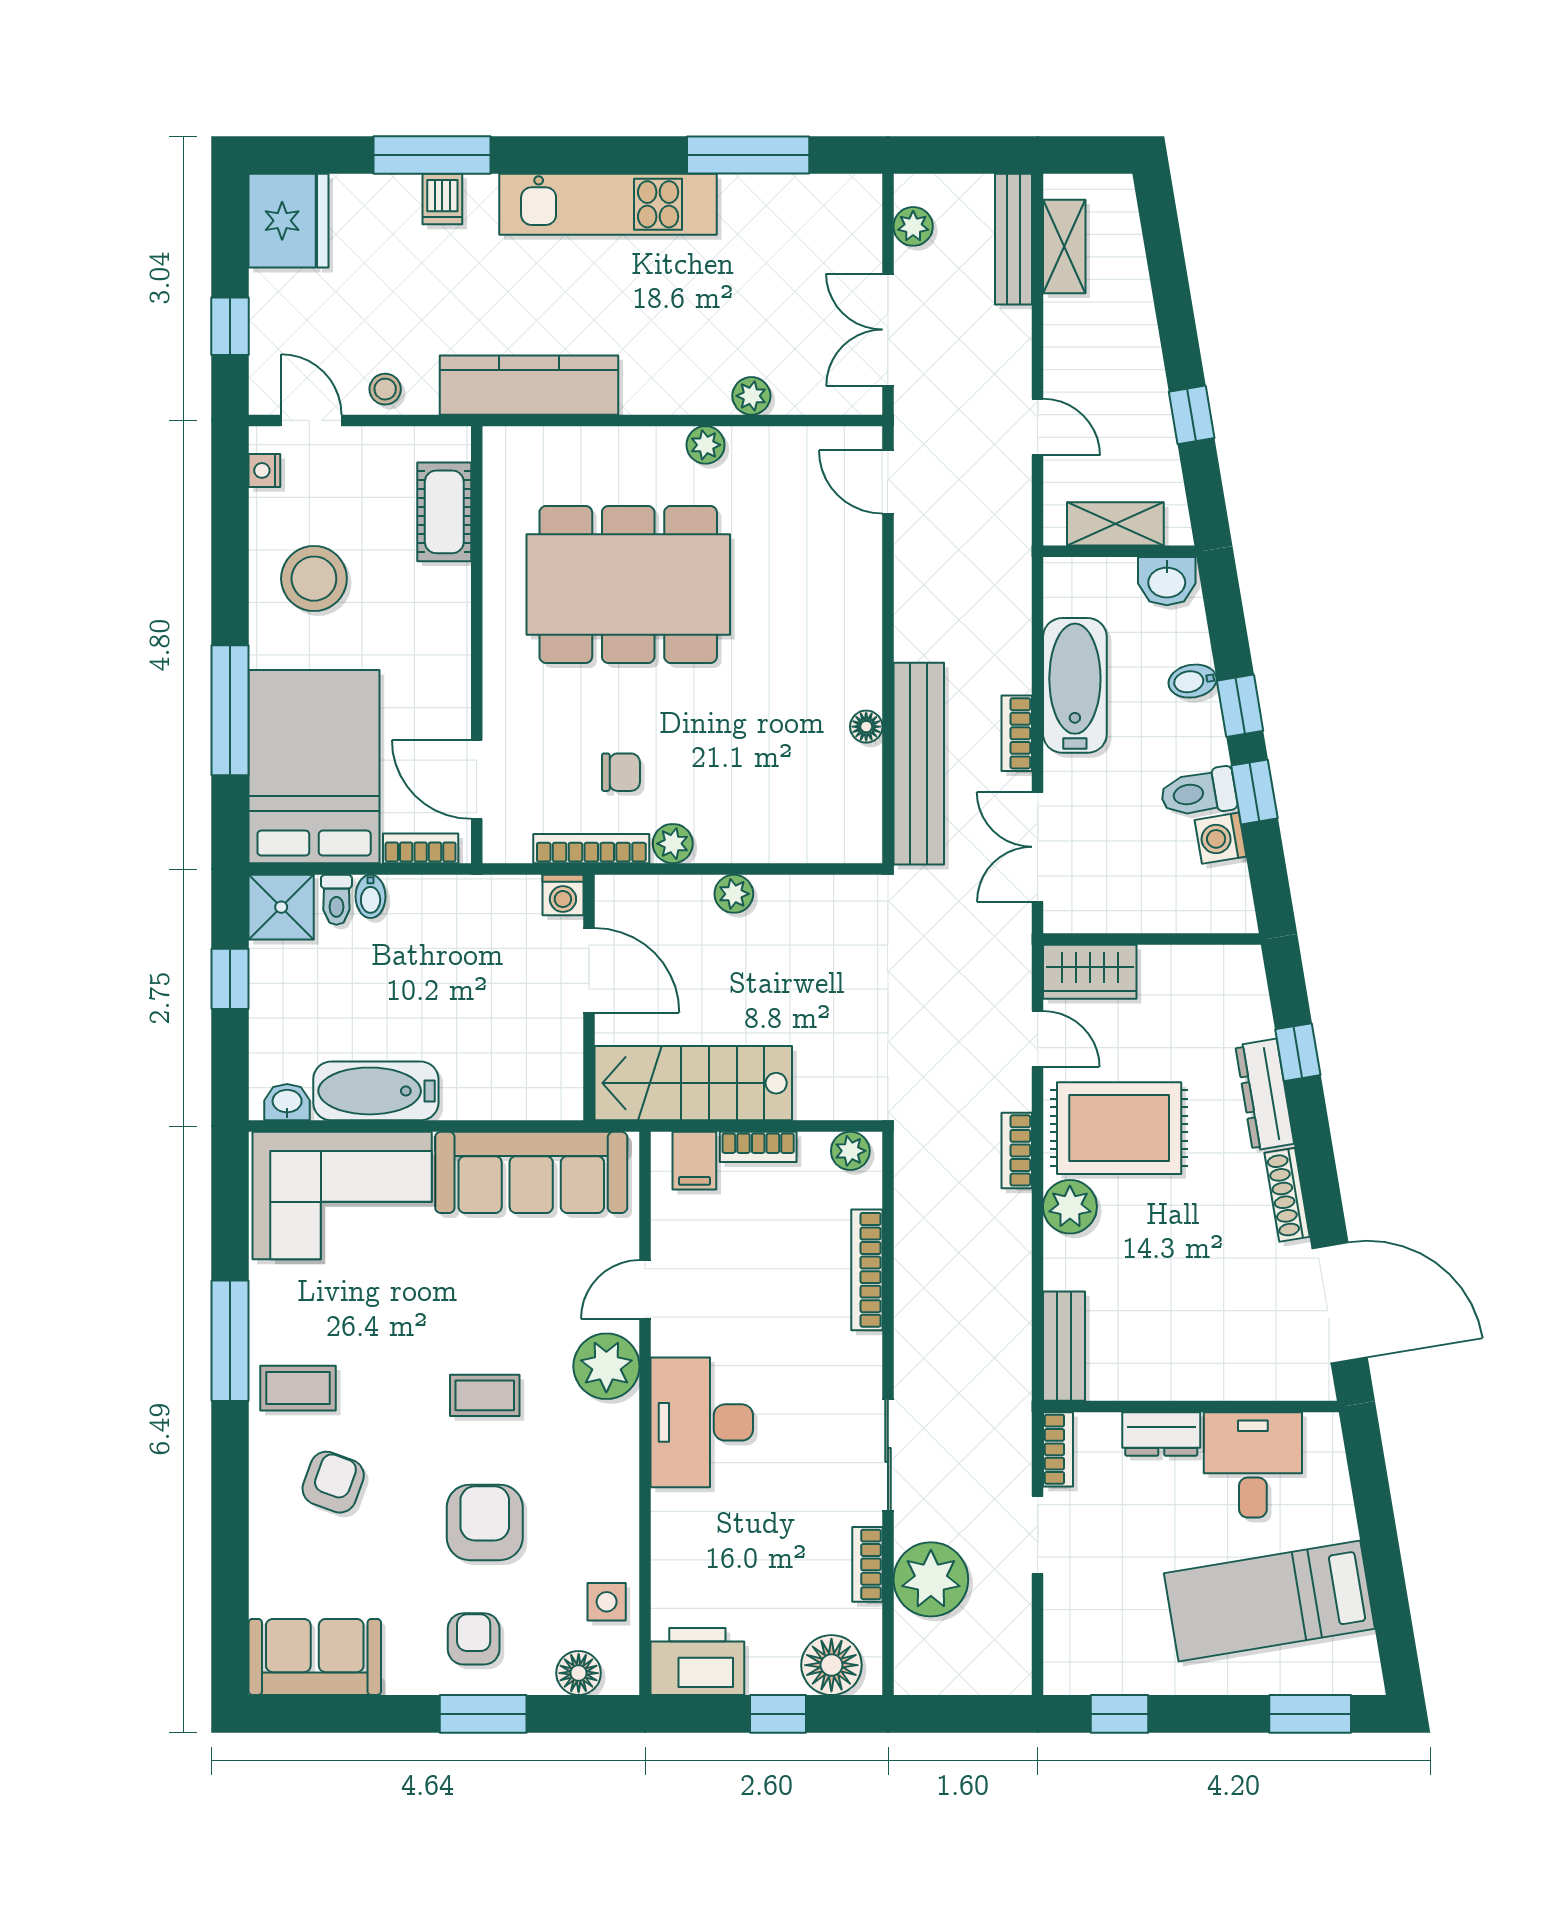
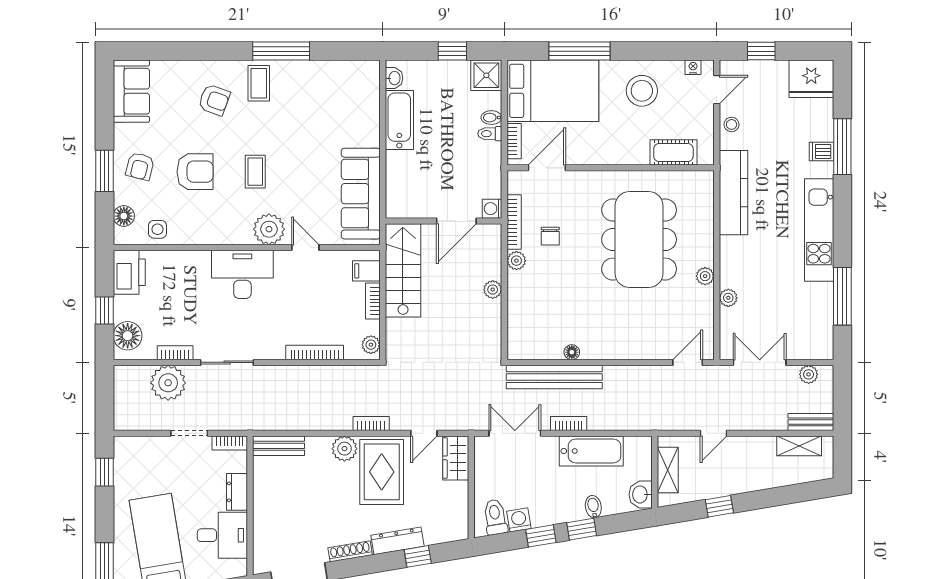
bench: (1014, 239) -> (811, 422), width x0.73
toilet: (1199, 793) -> (495, 517), moved
toilet: (336, 900) -> (490, 134), moved
corner sofa: (342, 1196) -> (350, 104), removed
armchair: (474, 1639) -> (140, 166), turned 104

